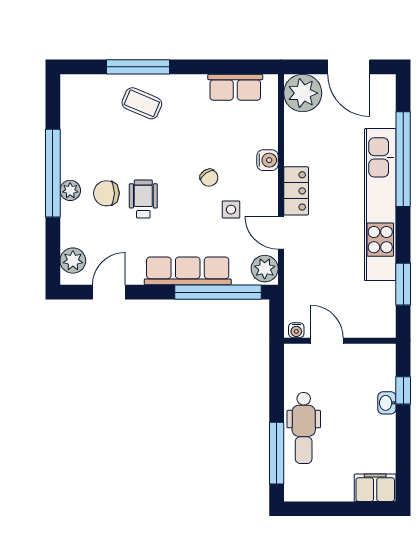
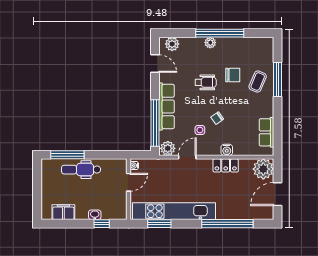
locker: (296, 191) -> (226, 165), moved
chair: (106, 193) -> (233, 75), moved, turned 90
kitchen unit: (380, 205) -> (174, 211), moved
filing cabinet: (375, 488) -> (63, 212), moved, turned -90

